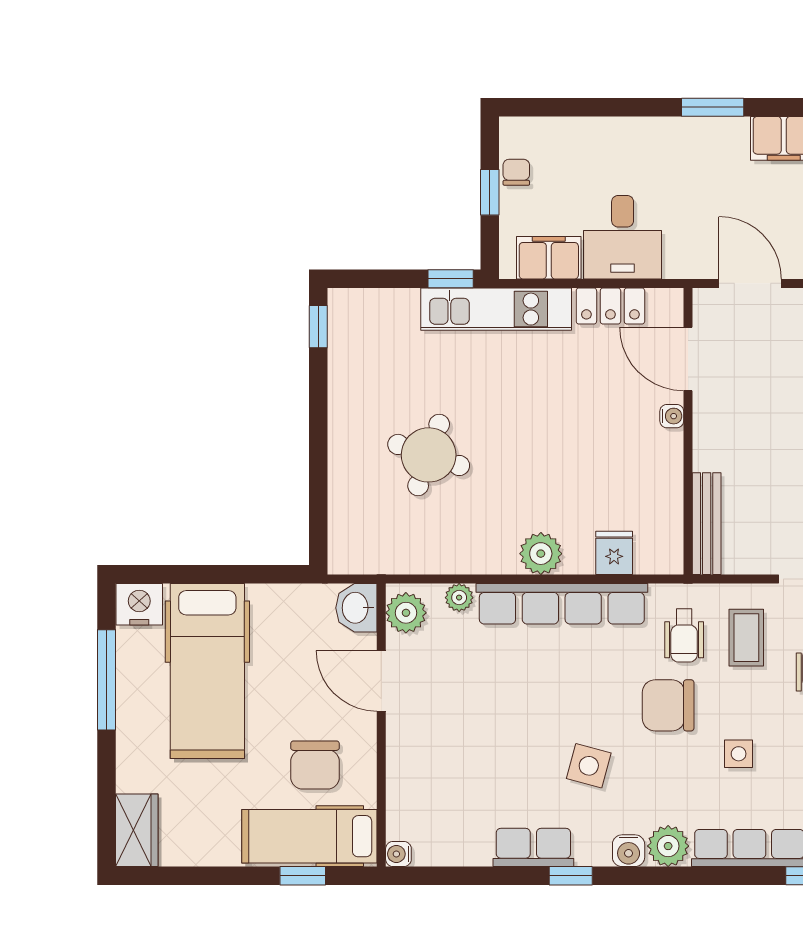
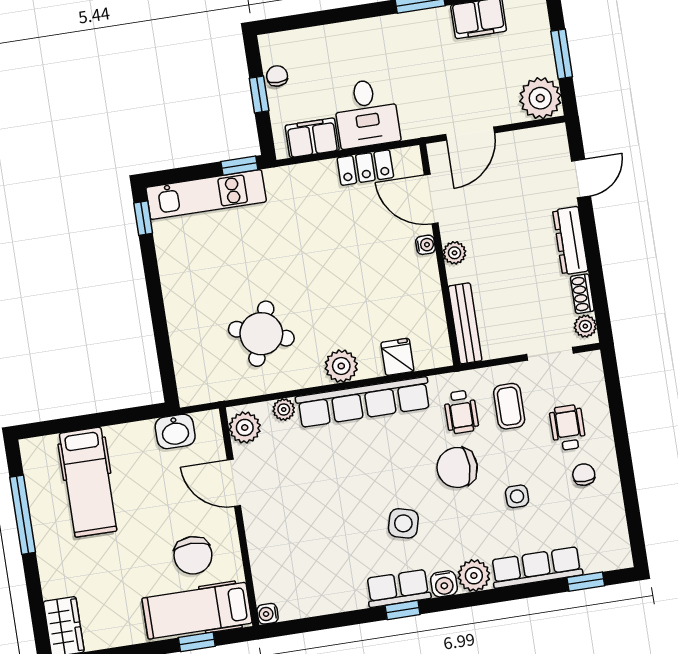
door: (750, 283) -> (470, 134), swing flipped
kitchen unit: (496, 309) -> (206, 195), moved
plant: (707, 432) -> (455, 253), added
round table: (429, 455) -> (261, 334), moved
nightstand: (139, 604) -> (39, 453), removed
washbasin: (356, 608) -> (175, 431), moved, turned -90
hospital bed: (207, 671) -> (88, 482), width x0.73, depth x0.78
row of seats: (533, 847) -> (398, 588), moved

